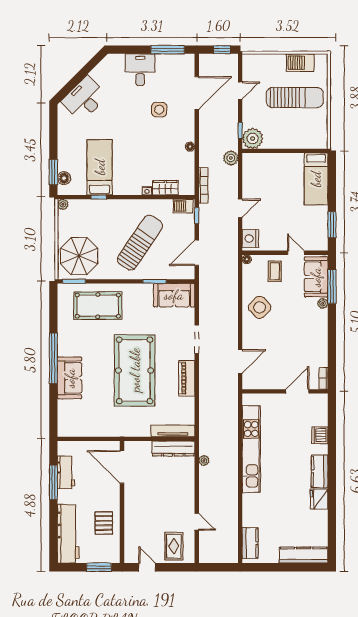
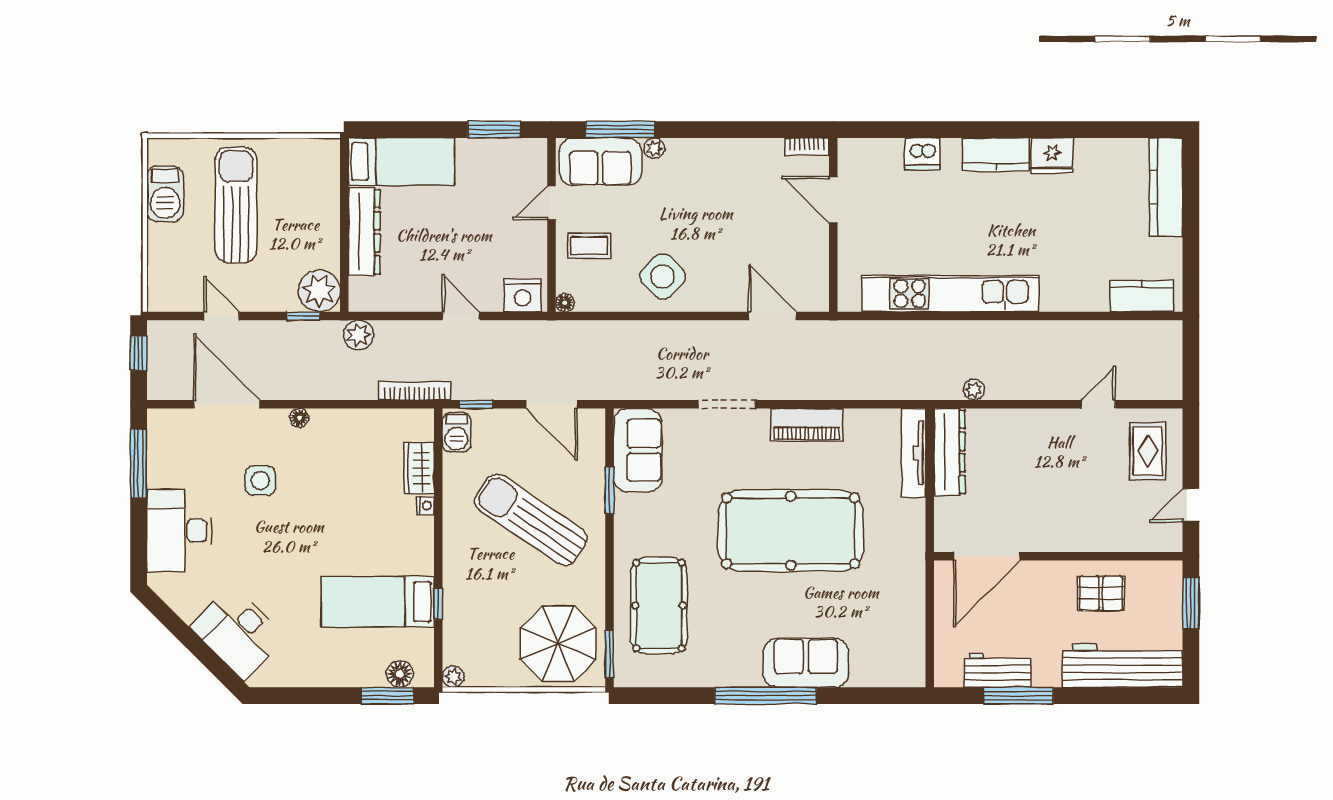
desk: (140, 70) -> (179, 531), width x1.37
floor lamp: (190, 147) -> (299, 418), moved
dresser: (282, 161) -> (364, 232), added
rug: (174, 546) -> (1148, 451), turned 90

